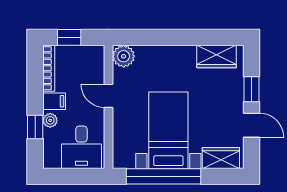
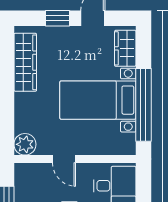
wardrobe: (217, 57) -> (25, 62), width x1.50
door: (109, 96) -> (64, 159), hinge flipped

